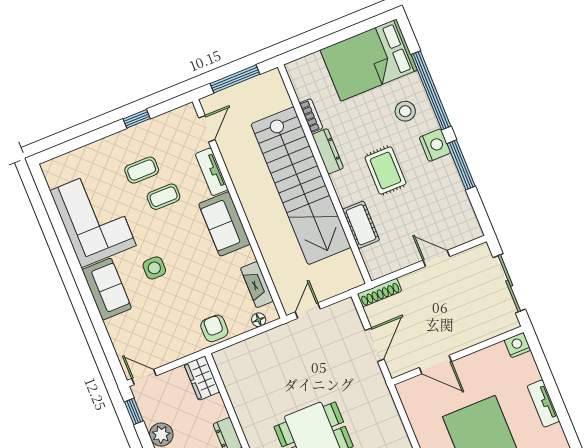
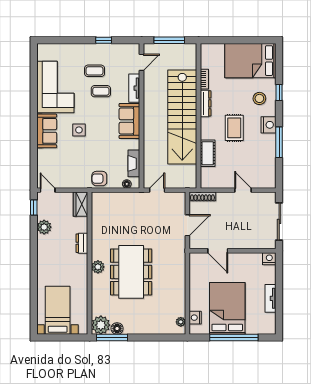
window: (431, 90) -> (279, 93), width x0.32
armchair: (214, 328) -> (99, 179), turned -90

